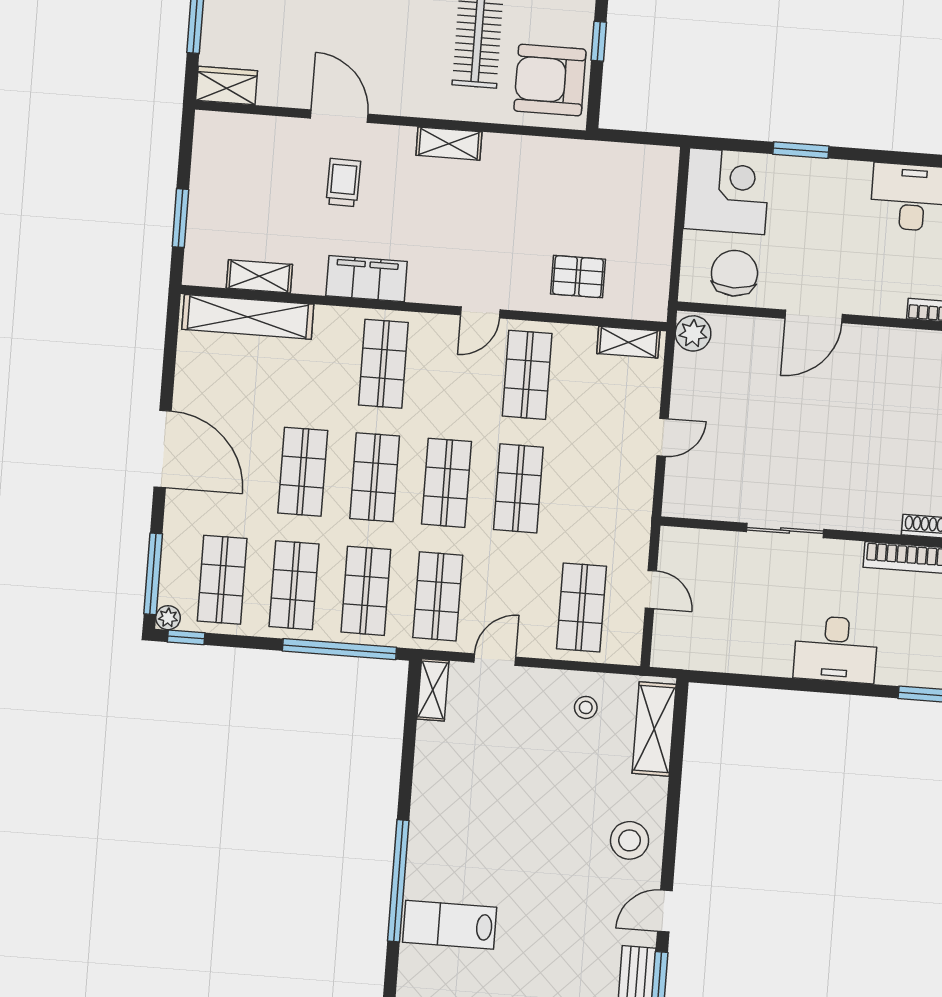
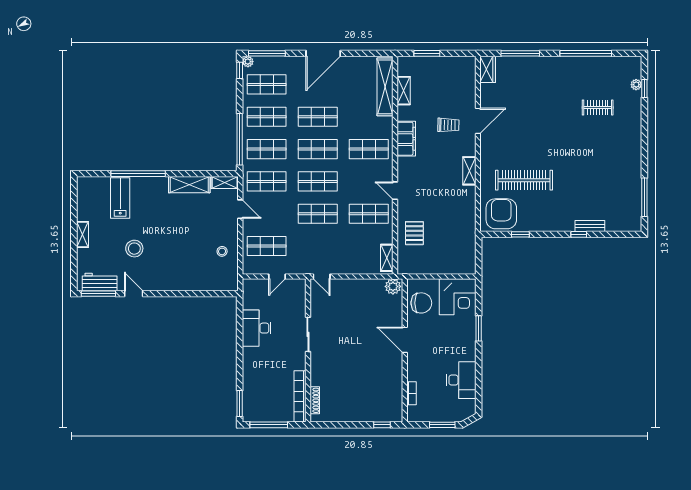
door: (663, 437) -> (322, 276), moved
desk: (836, 649) -> (257, 328), moved
shelving: (654, 729) -> (189, 185), moved
stool: (630, 840) -> (134, 249), moved

